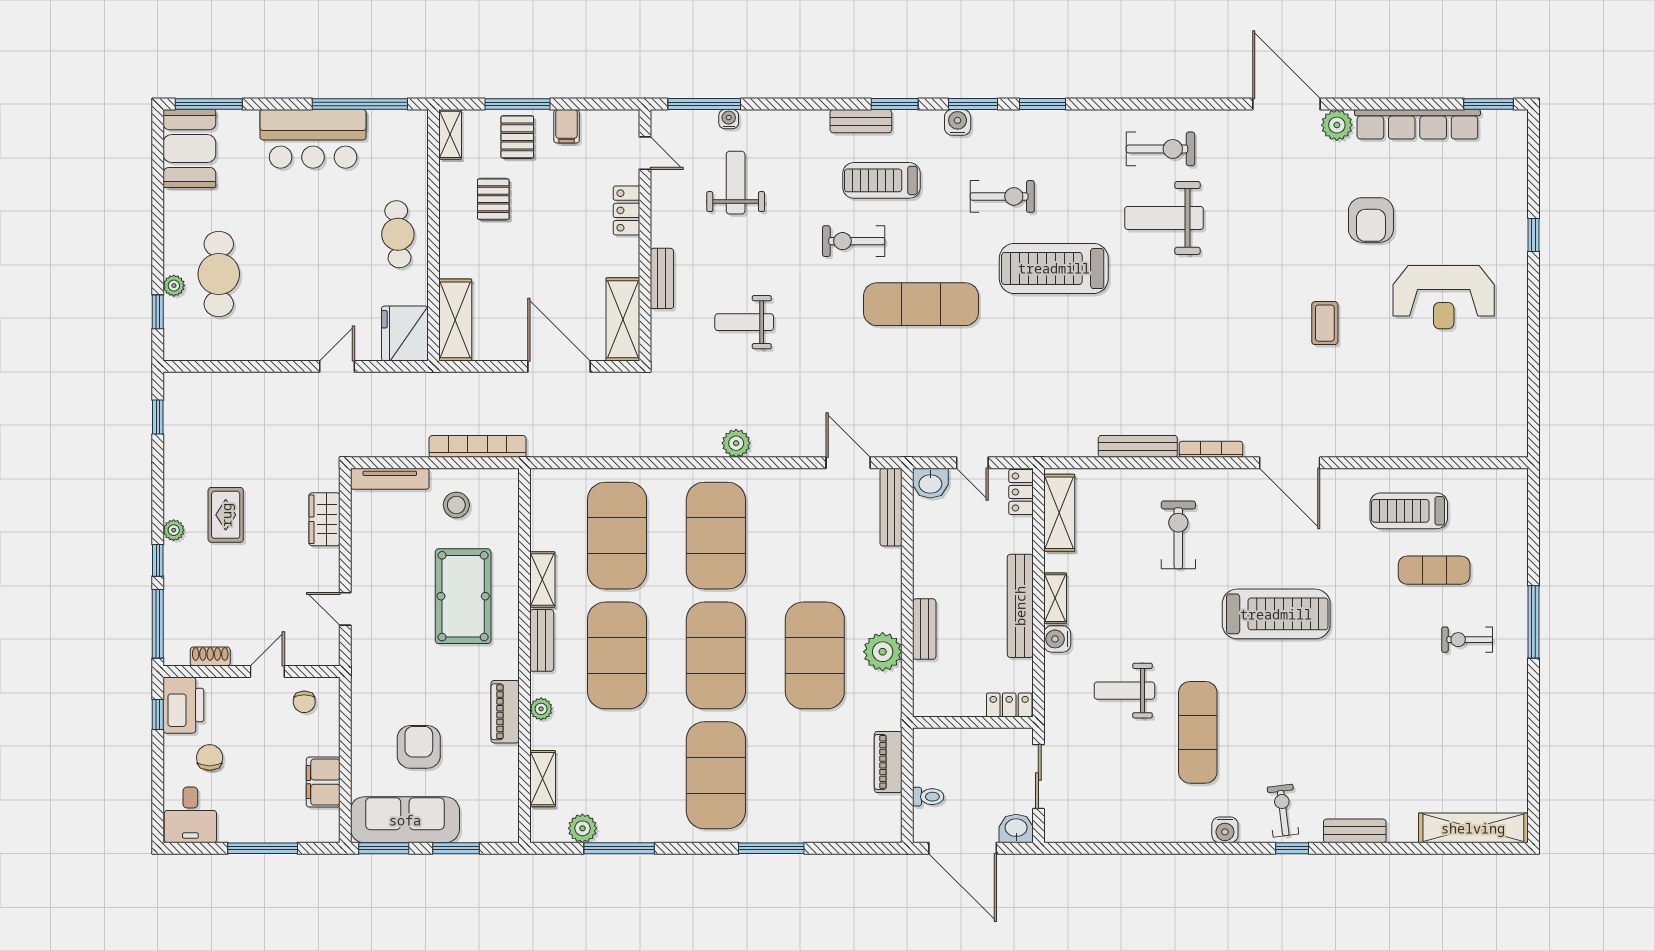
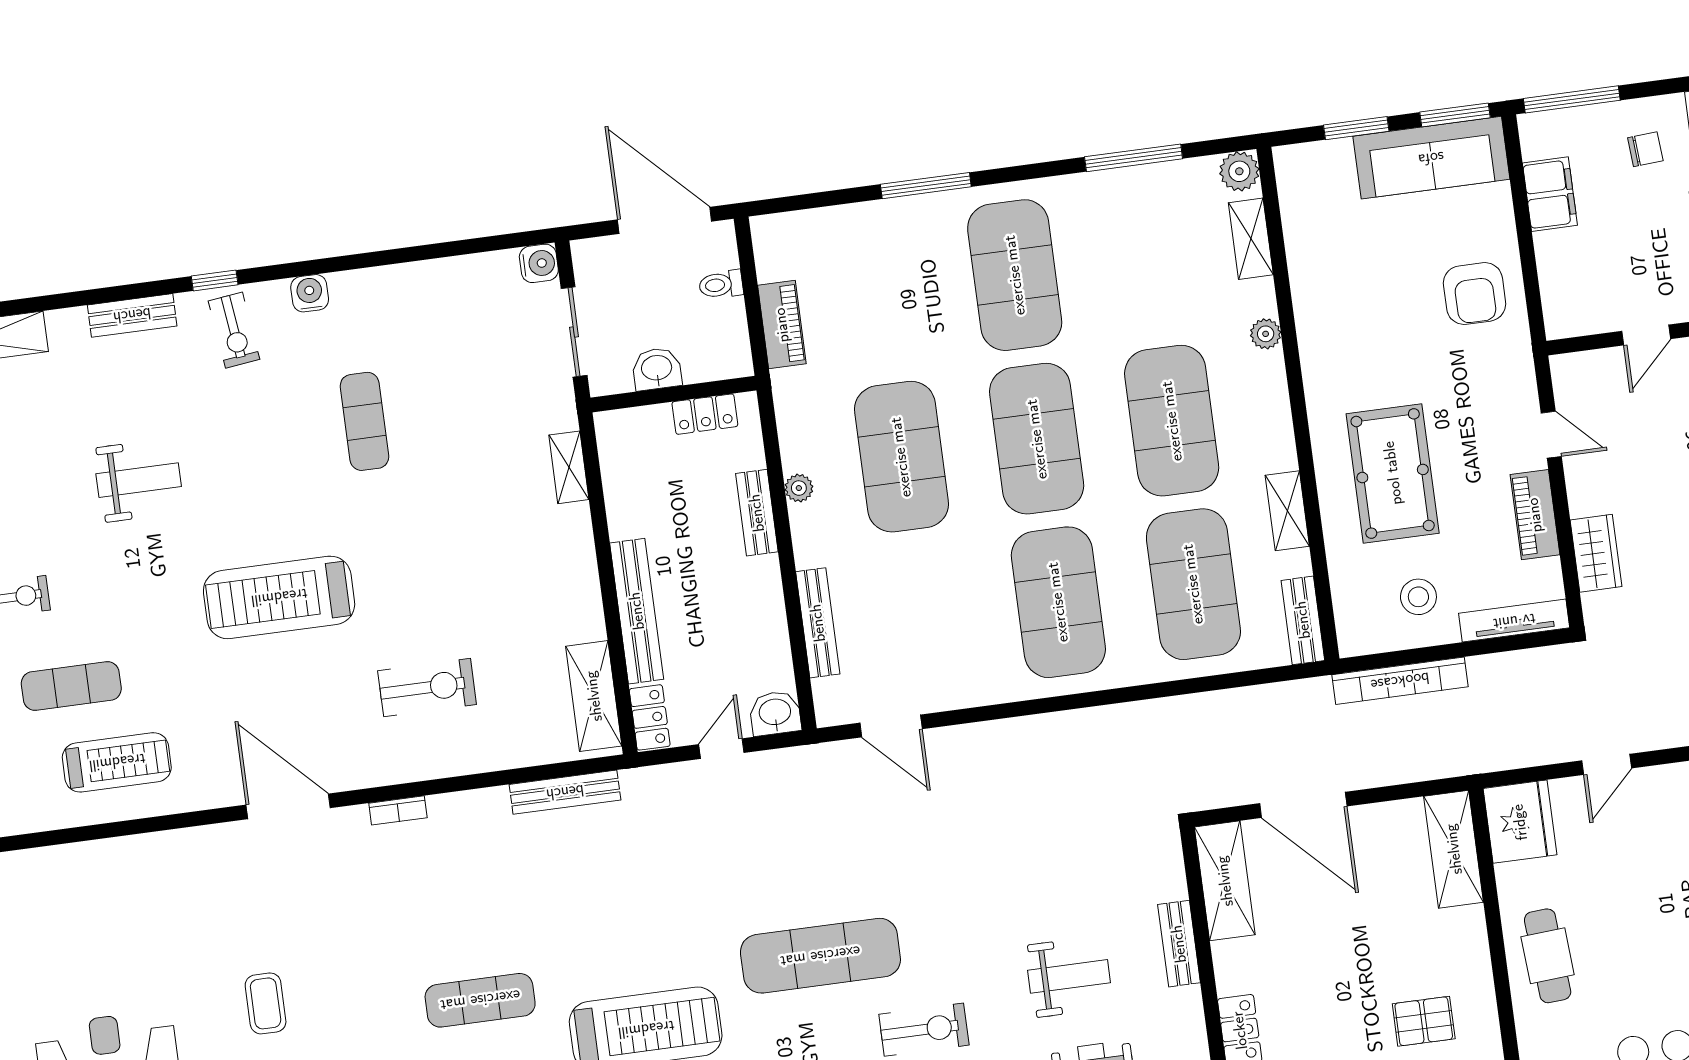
pallet: (493, 199) -> (1424, 1021), turned 90
exercise mat: (1170, 305) -> (480, 1000), added
weight bench: (744, 322) -> (1069, 976), moved
plant: (736, 443) -> (1048, 732), removed
bench: (1138, 446) -> (565, 792), moved
bookcase: (1211, 449) -> (398, 810), width x0.64
door: (972, 463) -> (721, 749), hinge flipped
bench: (891, 507) -> (818, 623), moved
exercise bike: (1178, 535) -> (427, 688), turned -90
shelving: (1055, 598) -> (569, 467), moved
bench: (1020, 606) -> (637, 611), moved
water cooler: (1057, 639) -> (539, 263), moved
bench: (542, 640) -> (1303, 620), moved
plant: (883, 652) -> (799, 488), width x0.53, depth x0.53
weight bench: (1124, 691) -> (139, 480), moved
chair: (304, 702) -> (1645, 149), moved, turned 86
locker: (1009, 705) -> (705, 414), moved
piano: (505, 712) -> (1535, 515), moved, turned 180
exercise mat: (1198, 732) -> (364, 421), width x0.73, depth x0.69
armchair: (419, 747) -> (1475, 294), moved
plant: (582, 828) -> (1239, 171), moved
washbasin: (1016, 828) -> (657, 369), moved, turned 180
window: (263, 848) -> (1572, 99), moved

